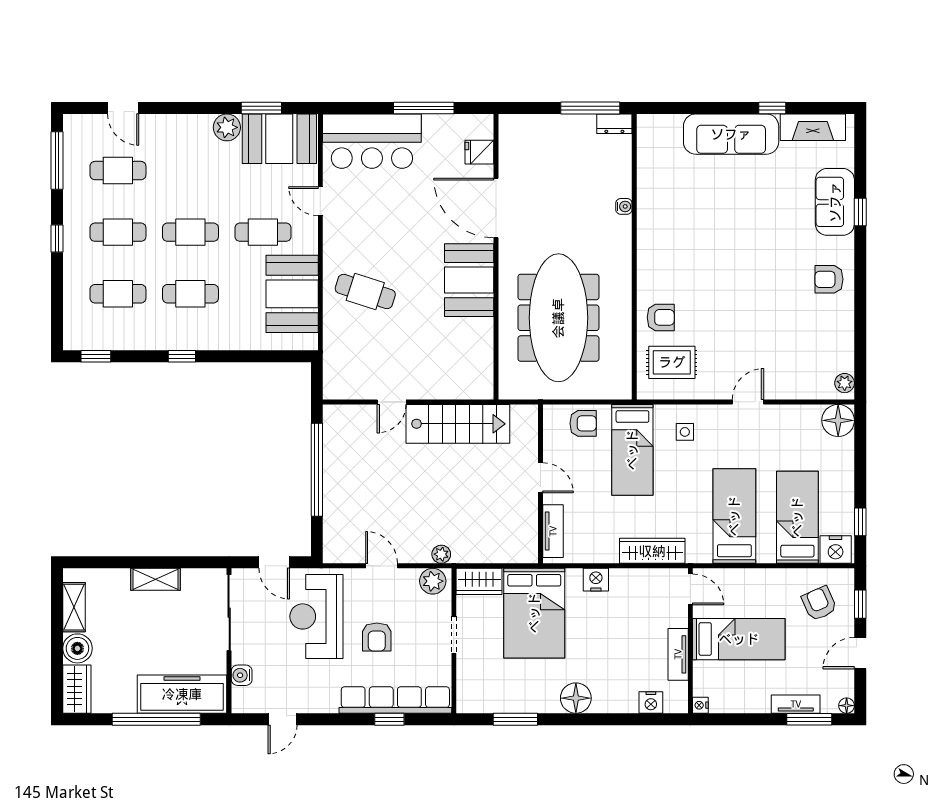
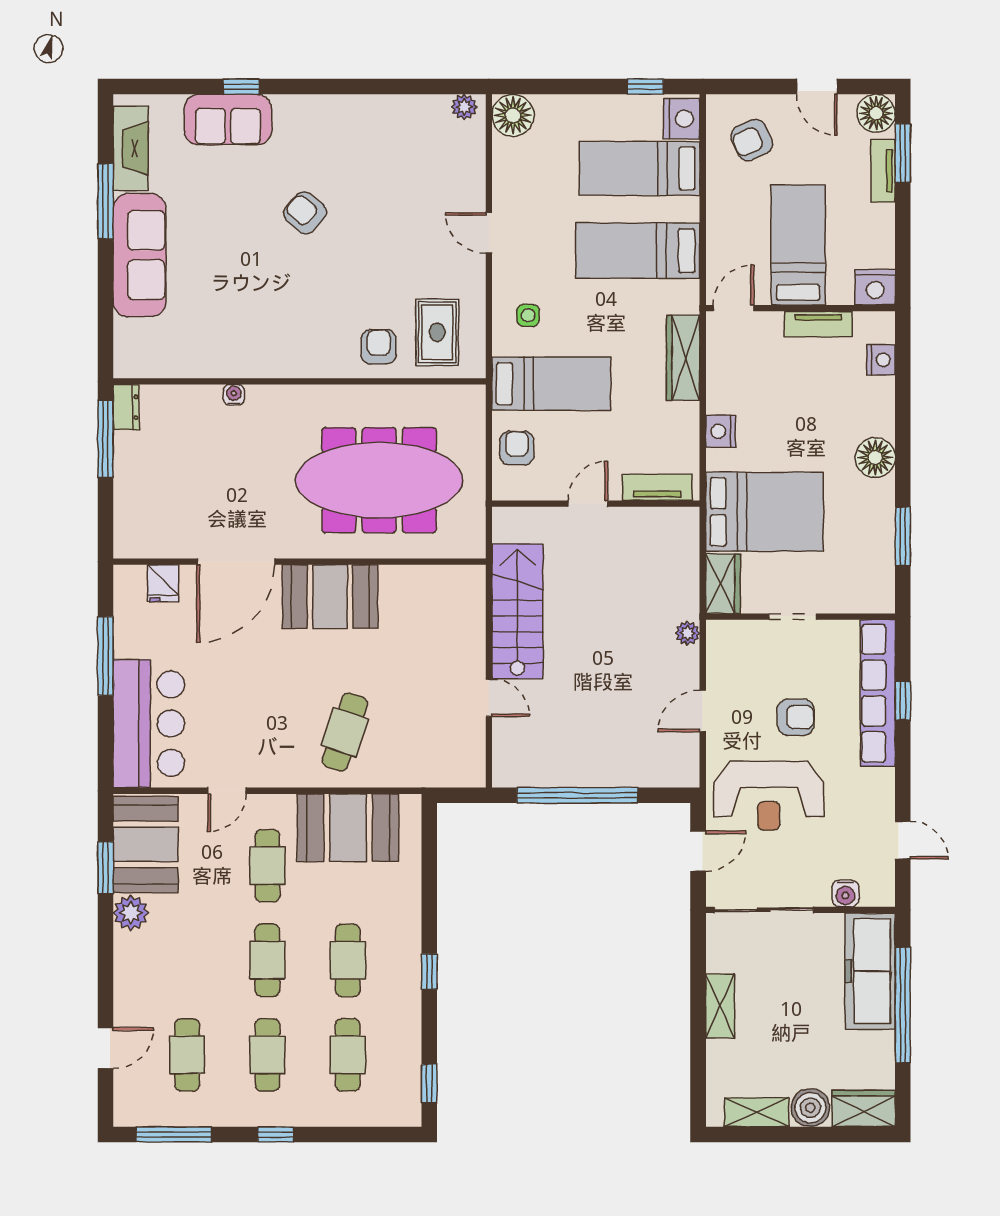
window: (772, 108) -> (106, 201), width x2.17
armchair: (829, 279) -> (305, 213), moved, turned 132
plant: (433, 581) -> (723, 644), removed
window: (860, 604) -> (753, 87), removed
nightstand: (700, 705) -> (875, 287), width x1.89, depth x1.79
floor lamp: (847, 706) -> (876, 113), width x1.89, depth x1.89

